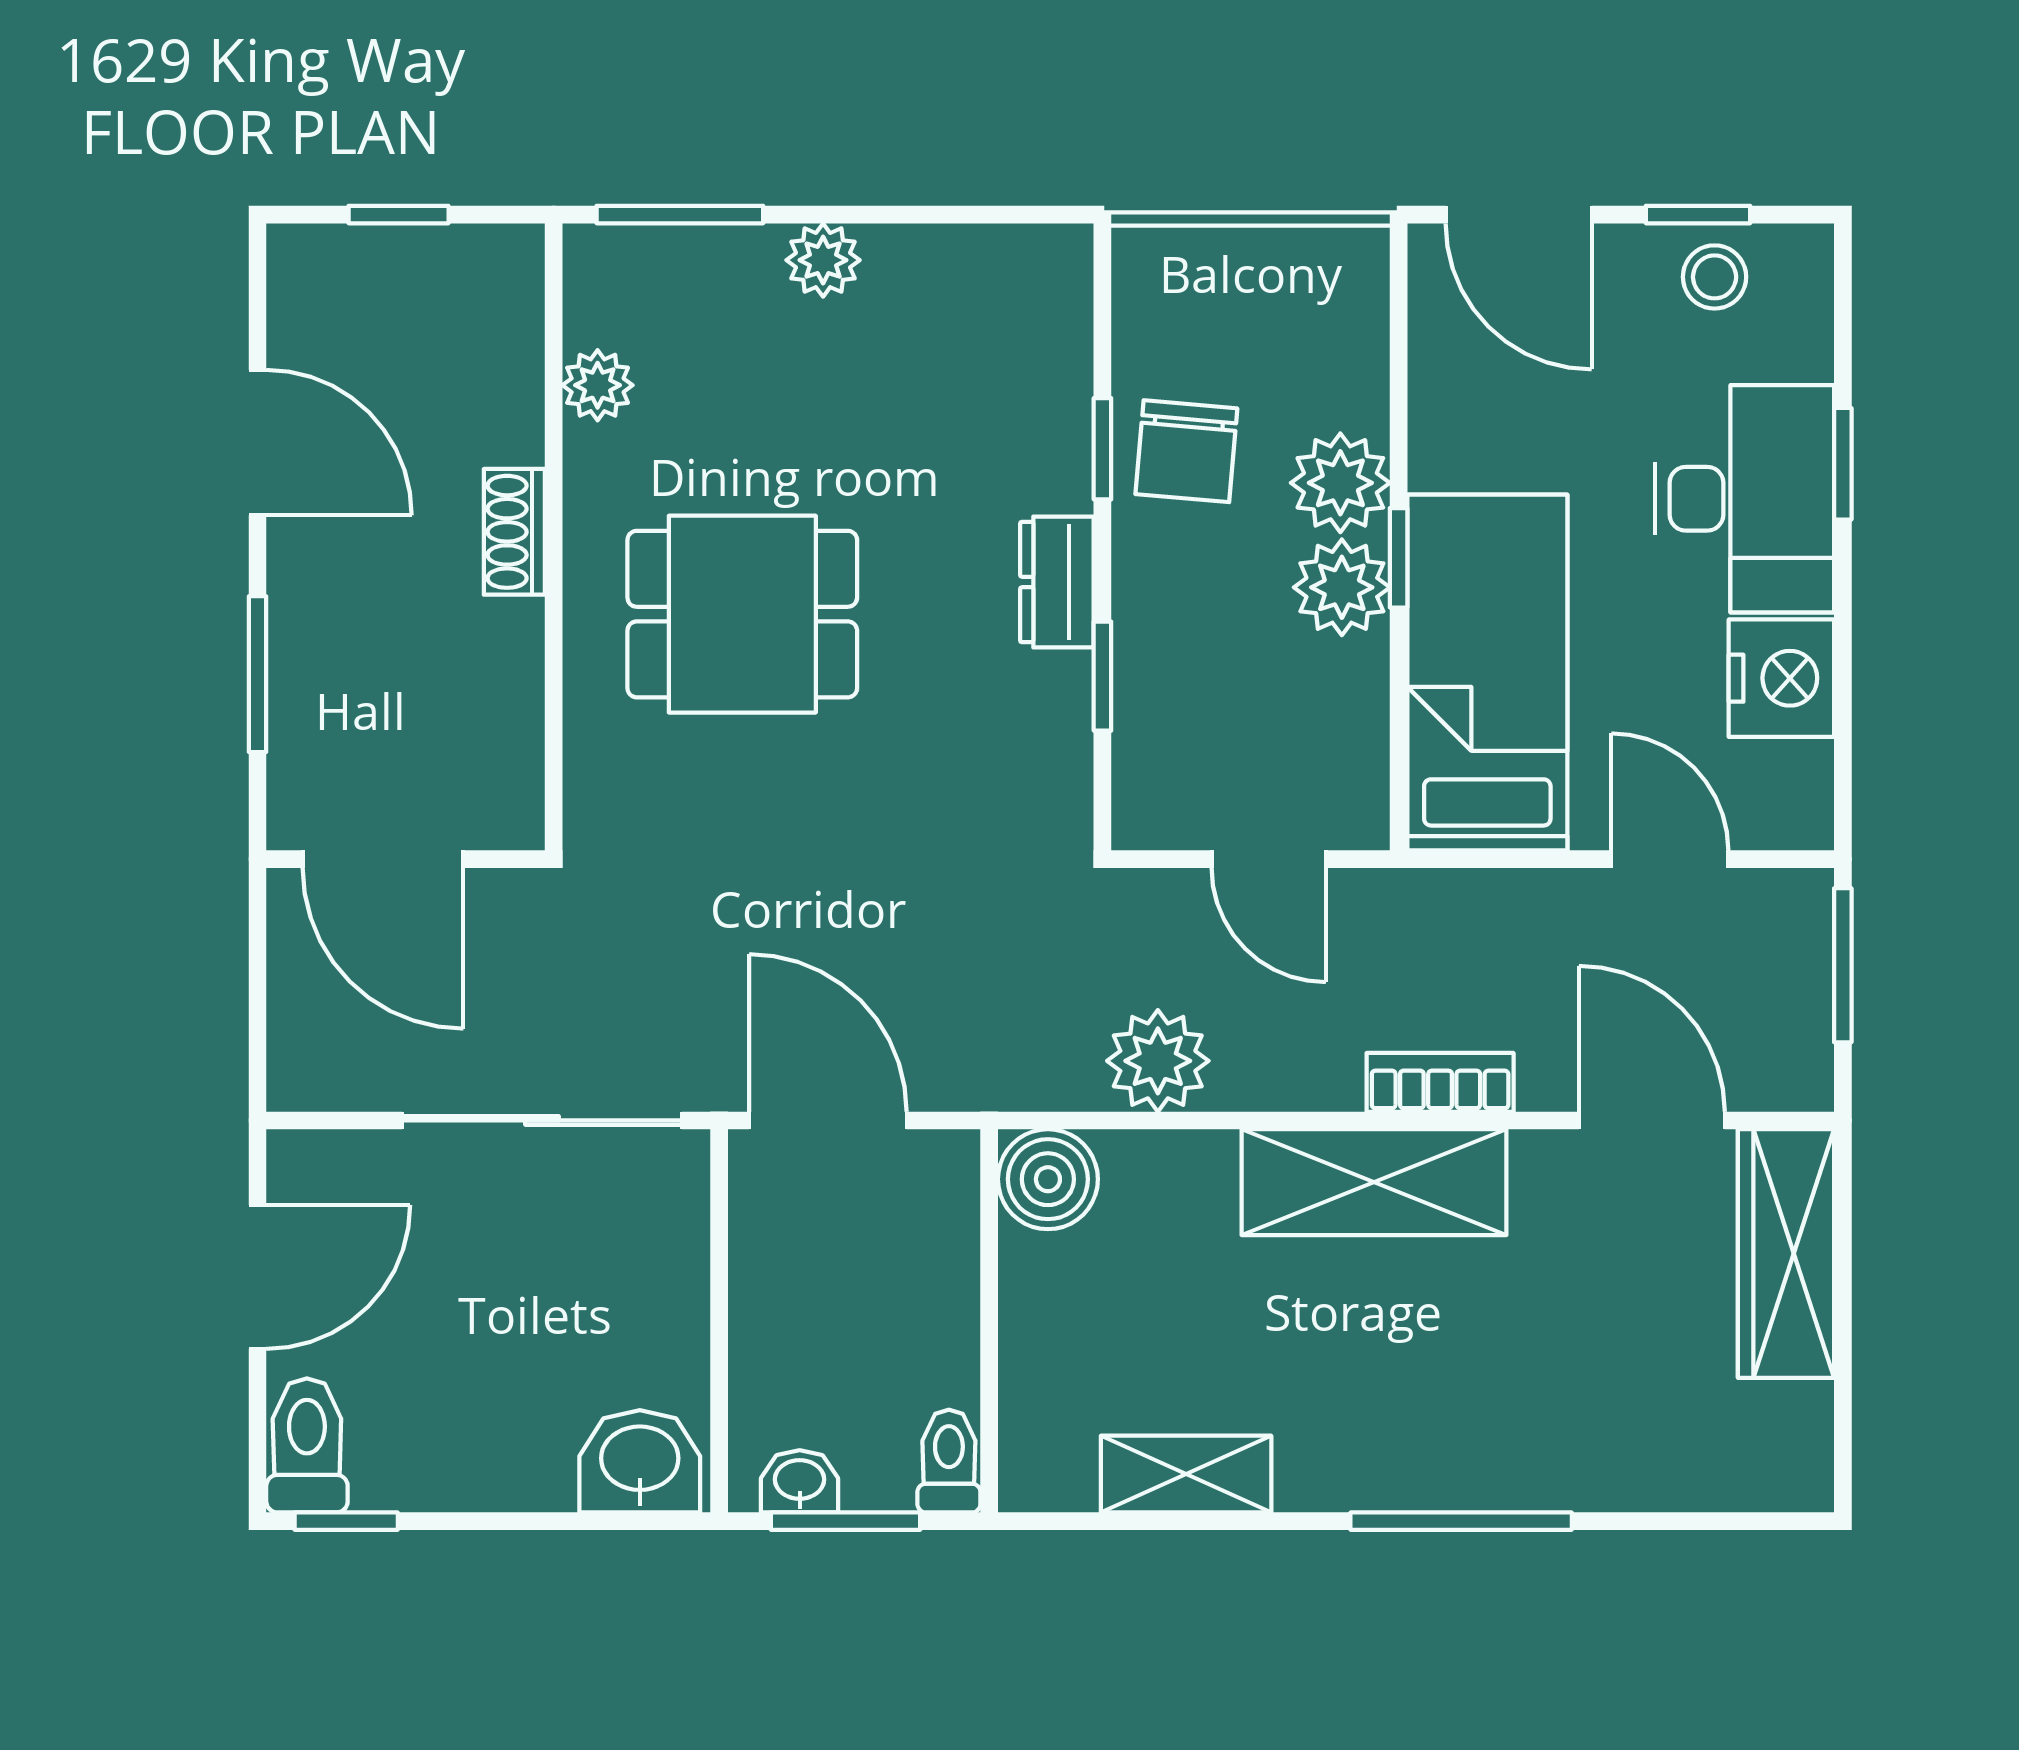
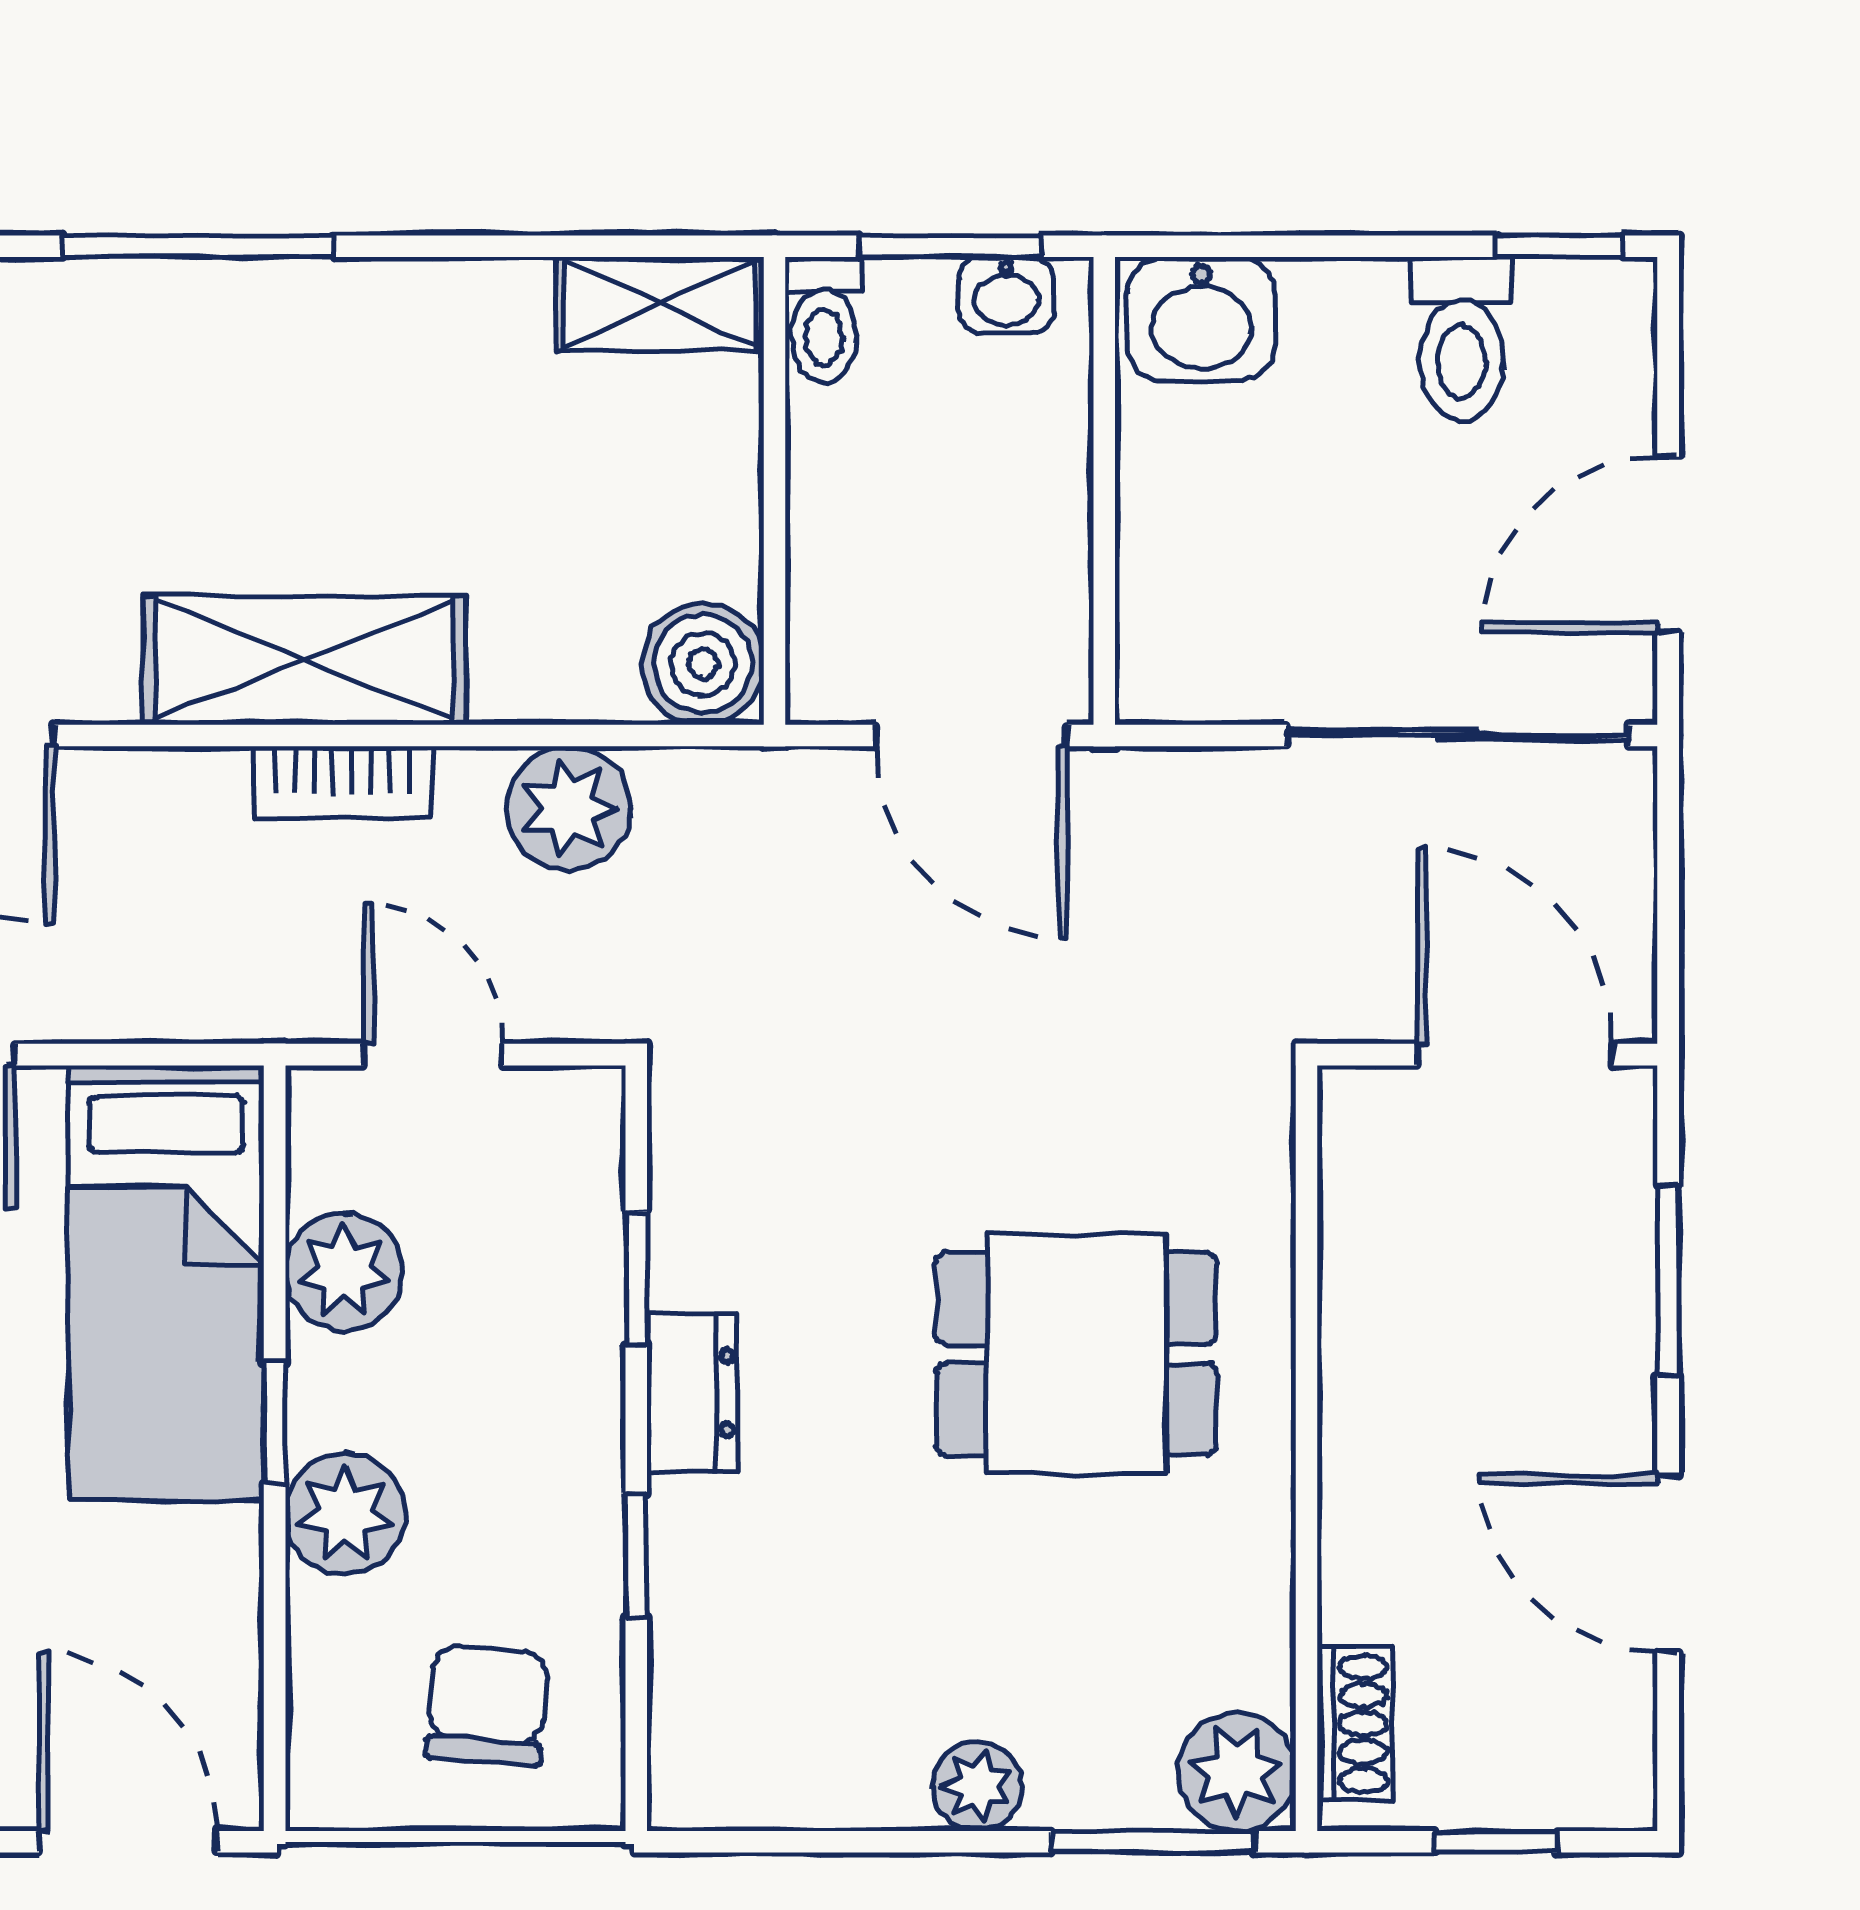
plant: (598, 385) -> (1237, 1772), moved, width x1.38, depth x1.38
chair: (1186, 451) -> (487, 1706), moved
shoe rack: (514, 532) -> (1354, 1724), moved
plant: (1342, 587) -> (344, 1272), moved
bookcase: (1440, 1082) -> (343, 782), moved
sliding door: (542, 1120) -> (1457, 736), moved
toilet: (307, 1445) -> (1462, 339), moved
shelving: (1186, 1474) -> (660, 304), moved

